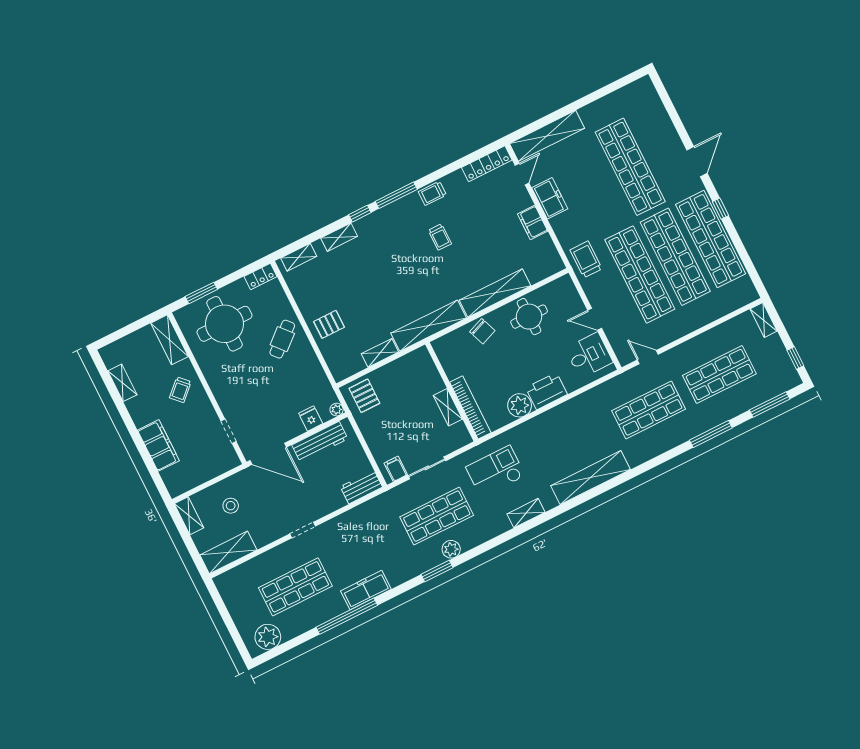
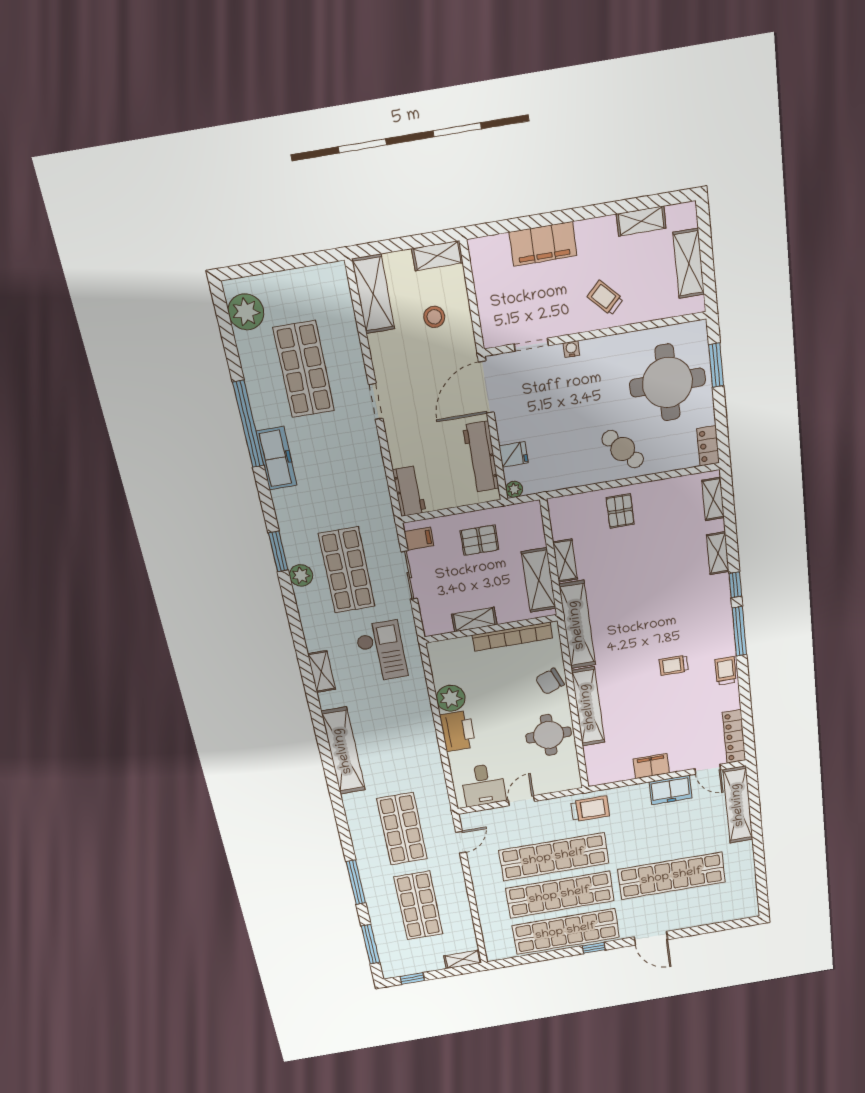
shelving: (169, 340) -> (689, 263), moved, turned 90
shelving: (401, 368) -> (539, 580), added
pallet: (364, 396) -> (479, 540), moved
water cooler: (223, 402) -> (571, 349), added
bookcase: (470, 407) -> (512, 637), moved

